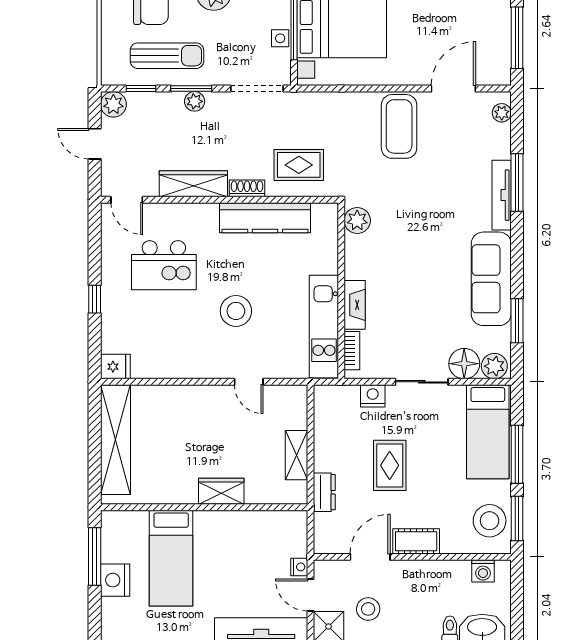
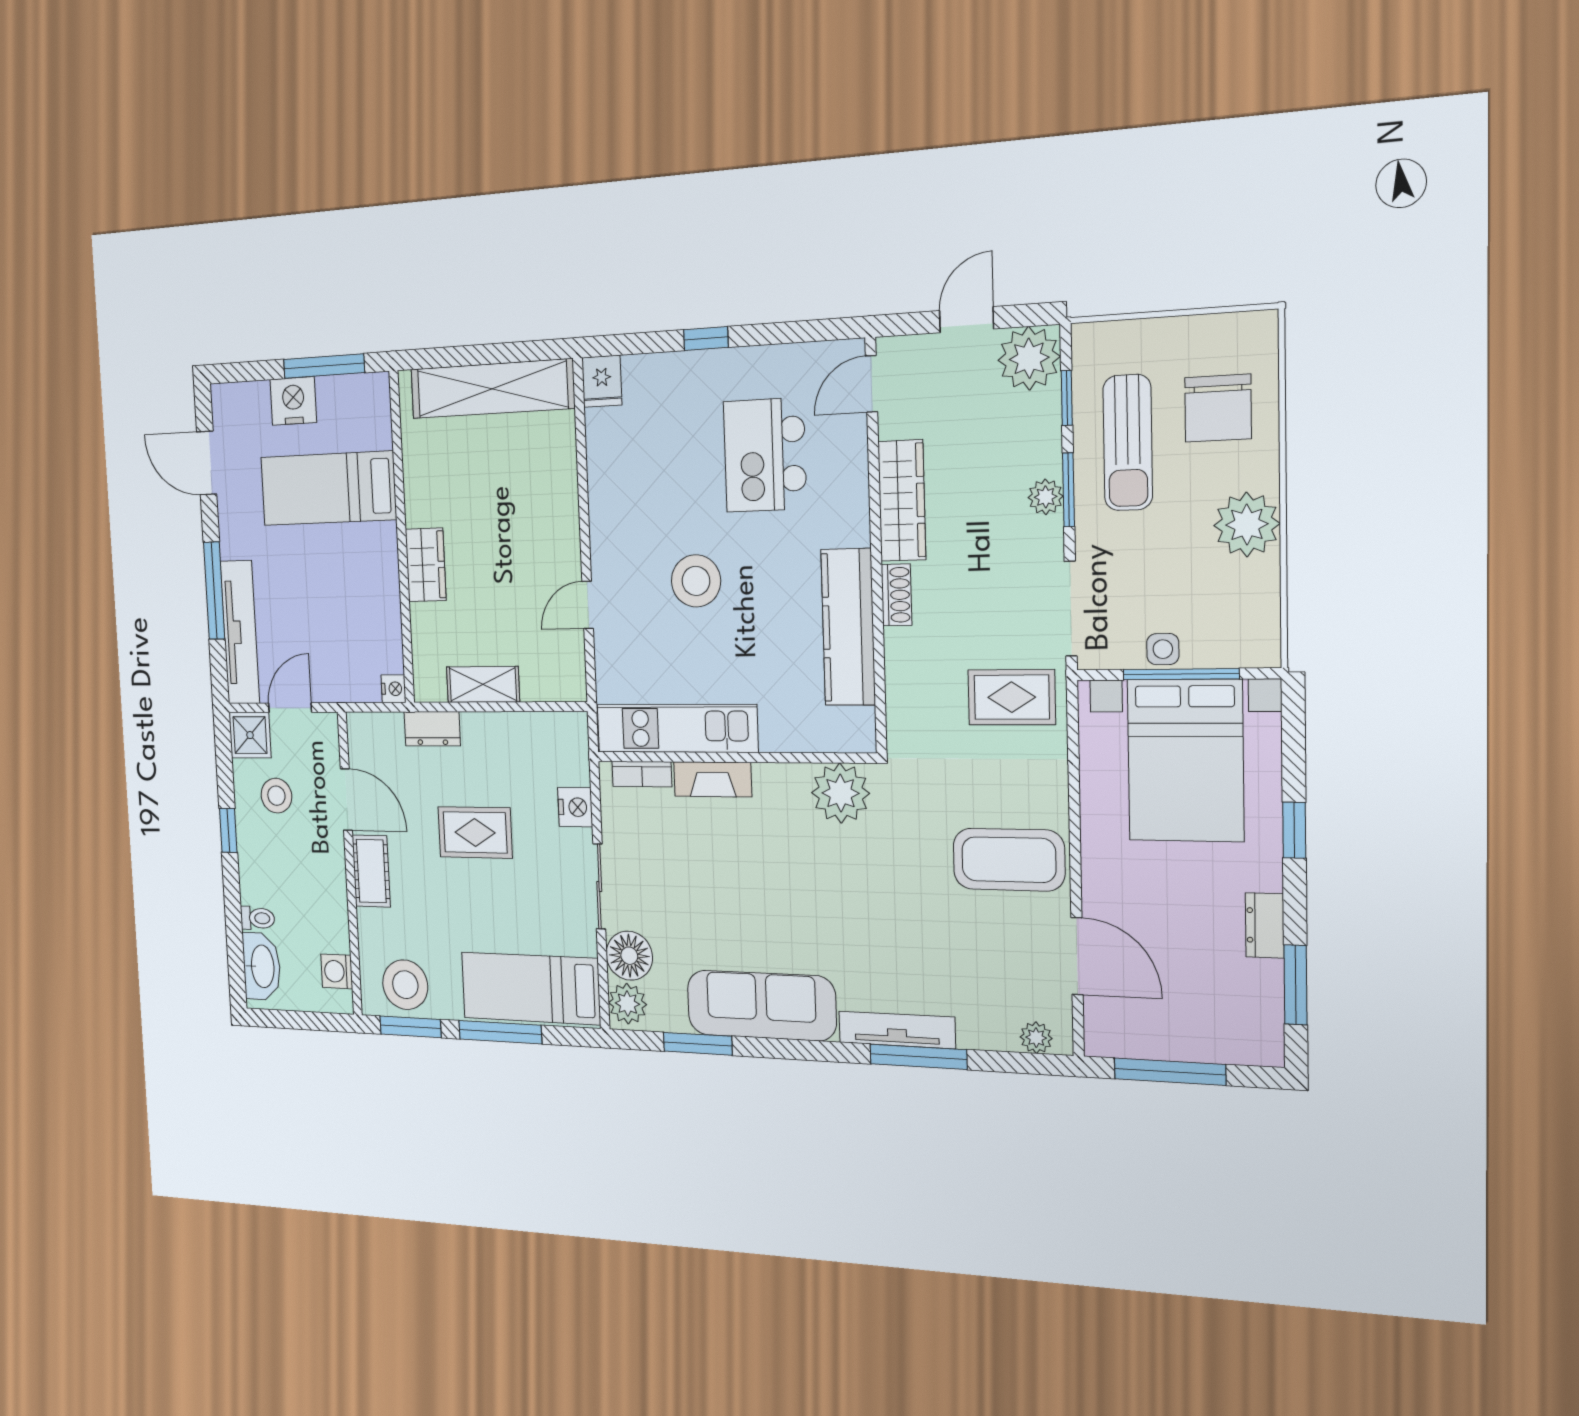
plant: (113, 104) -> (1029, 358), width x1.36, depth x1.36
rug: (299, 165) -> (1012, 697), moved, turned 90
plant: (357, 220) -> (841, 793), width x1.36, depth x1.36
nightstand: (299, 567) -> (393, 689), moved, turned -90

